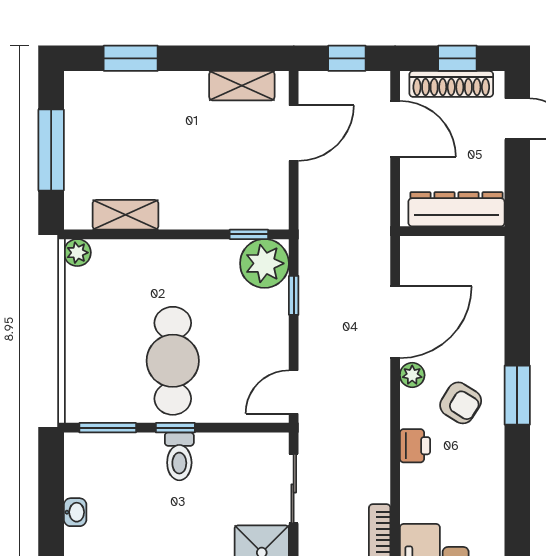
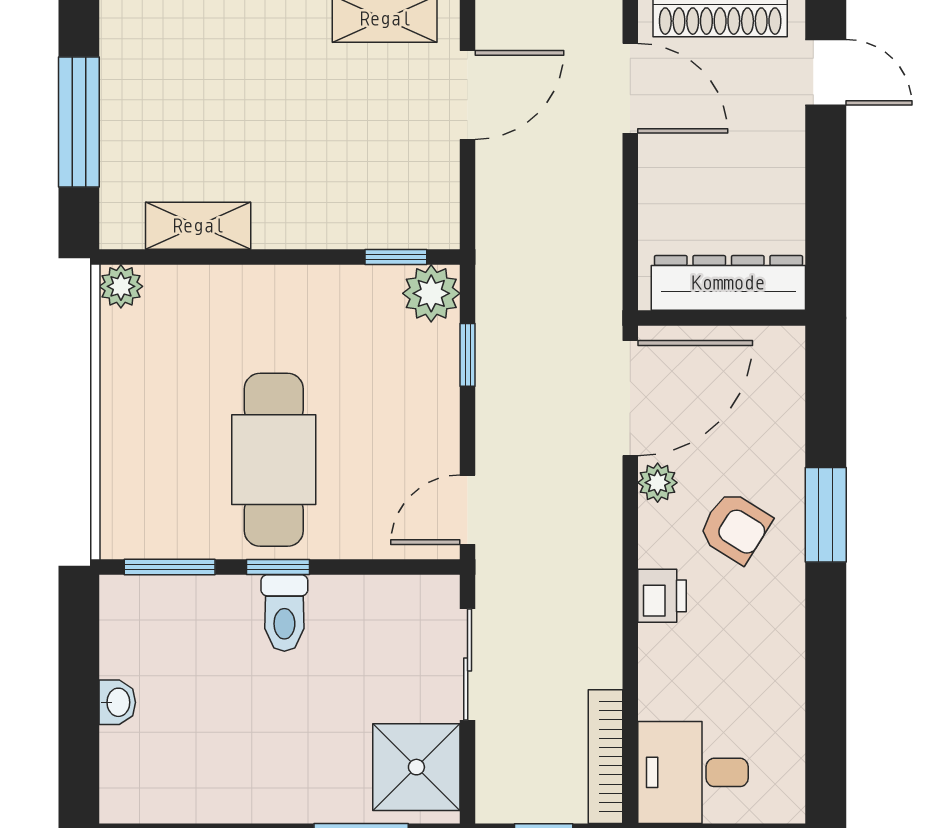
dresser: (456, 209) -> (728, 283), moved
wall: (452, 231) -> (722, 318), moved
plant: (264, 263) -> (431, 293), width x0.73, depth x0.73

